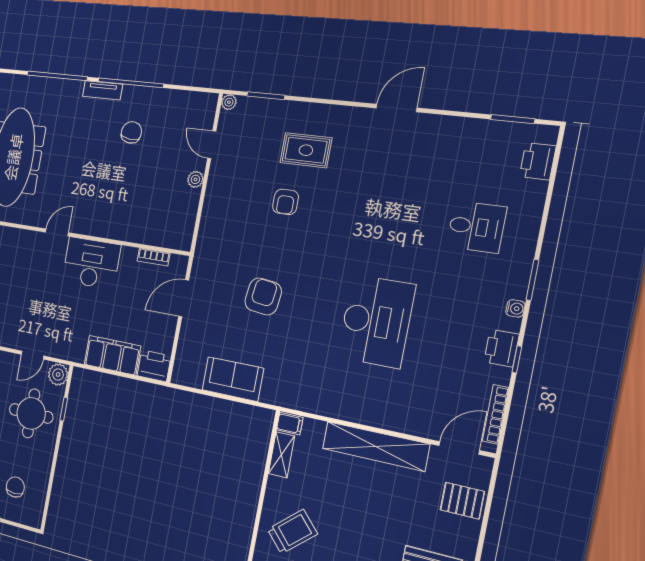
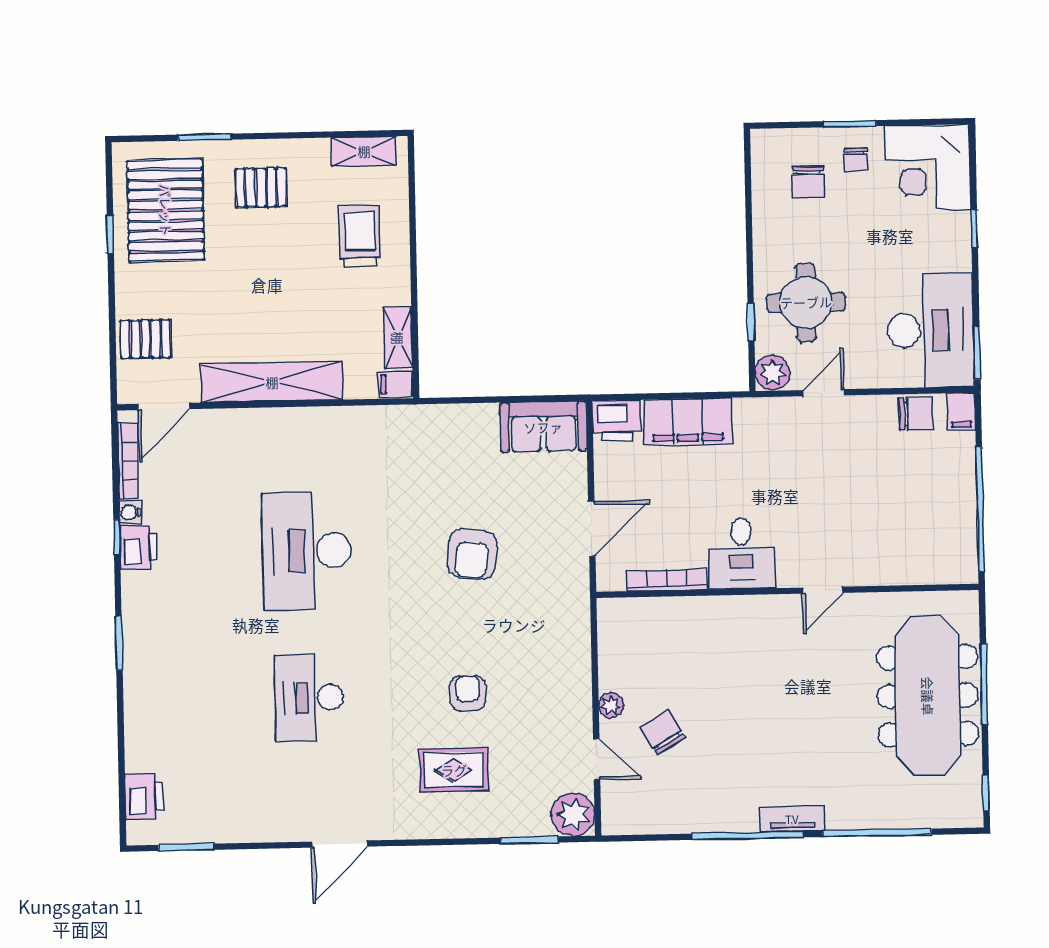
plant: (229, 102) -> (573, 815), width x1.88, depth x1.88
chair: (131, 132) -> (663, 732), moved, turned 143
desk: (476, 227) -> (309, 698), moved, width x1.37
bookcase: (154, 257) -> (667, 580), width x1.56
desk: (91, 263) -> (741, 553), width x0.73
water cooler: (515, 308) -> (130, 512), moved
sofa: (233, 379) -> (543, 427), moved
trolley: (292, 532) -> (360, 236), turned 132

